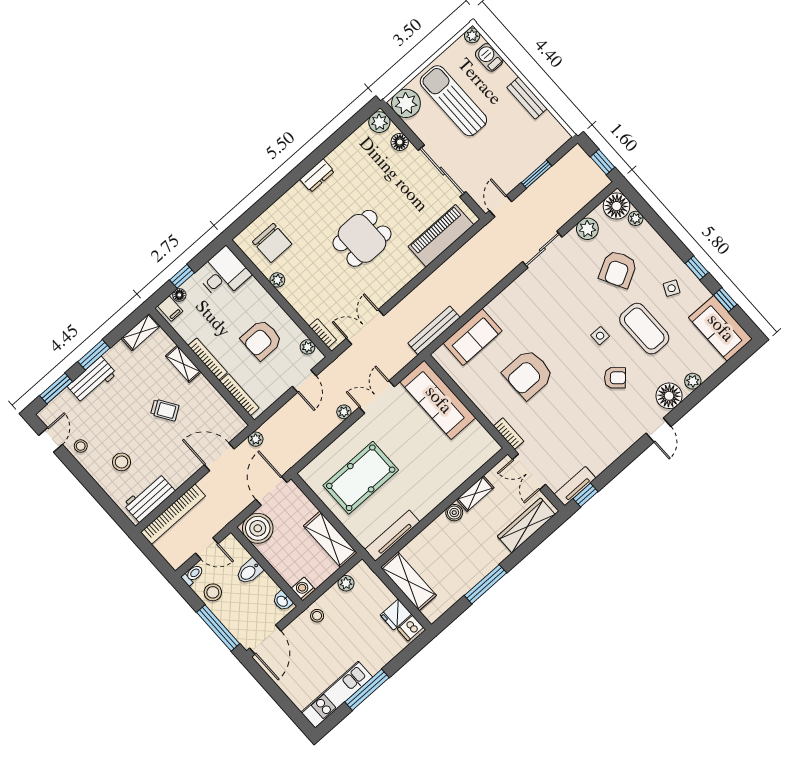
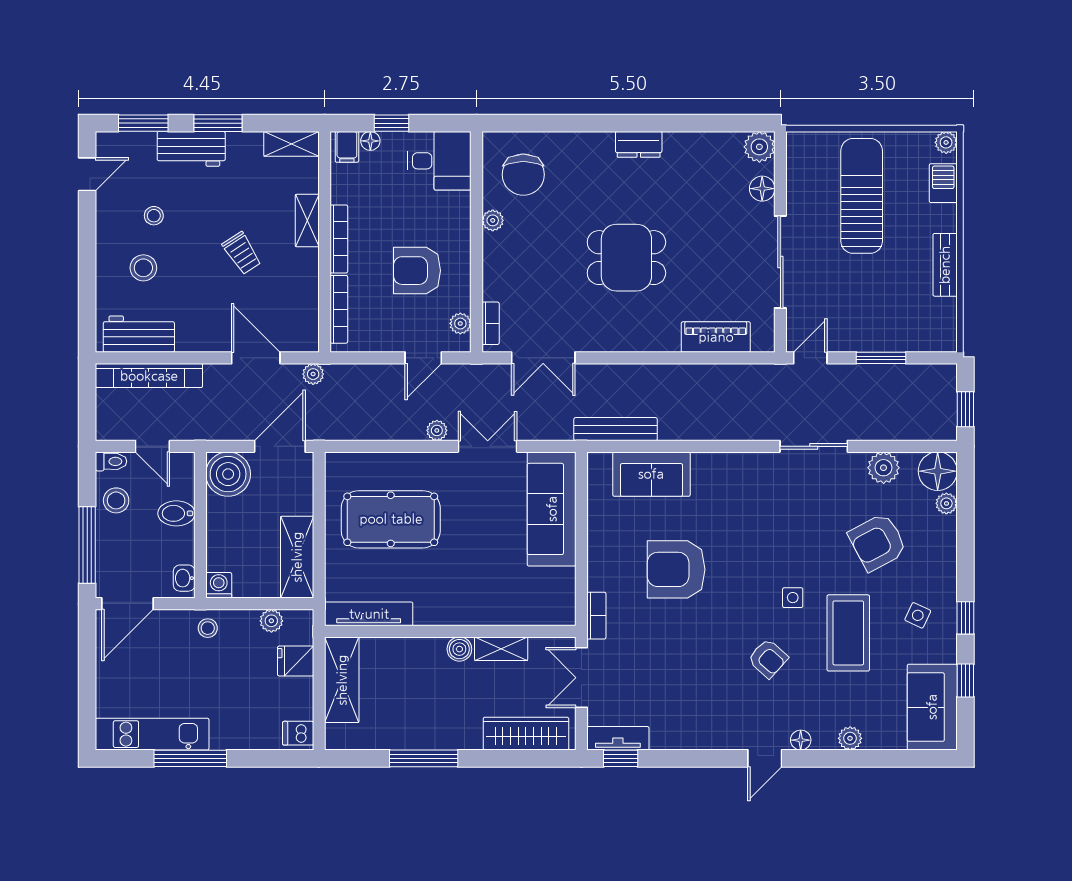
plant: (406, 103) -> (807, 152), removed
piano: (441, 236) -> (716, 337), width x0.73, depth x0.75
double door: (365, 327) -> (543, 358), swing flipped
floor lamp: (669, 396) -> (801, 740), width x0.53, depth x0.53
stool: (81, 446) -> (154, 216), moved
fridge: (396, 614) -> (296, 661), moved

